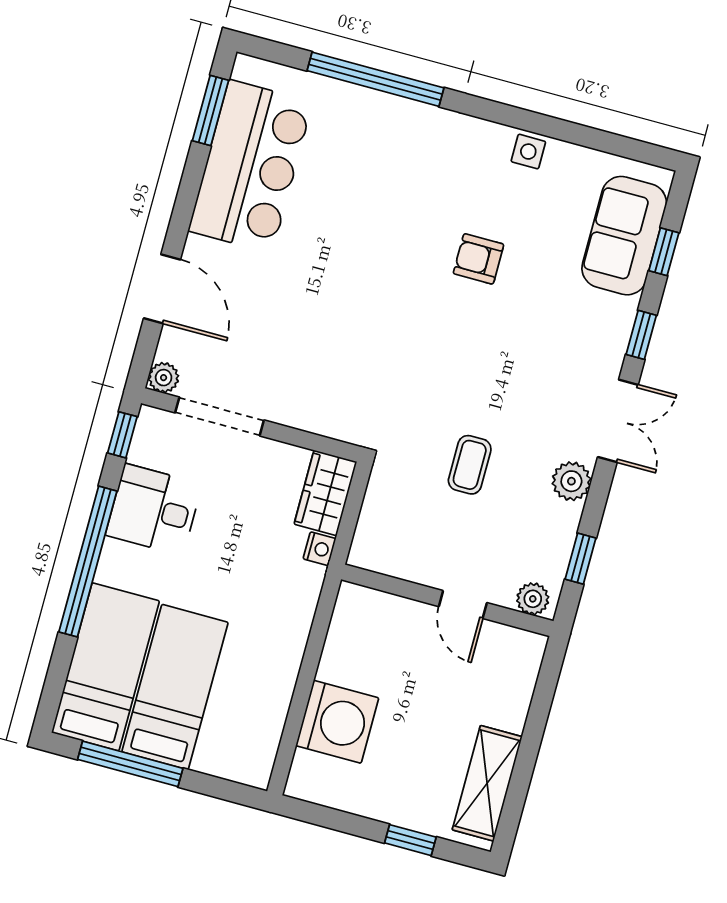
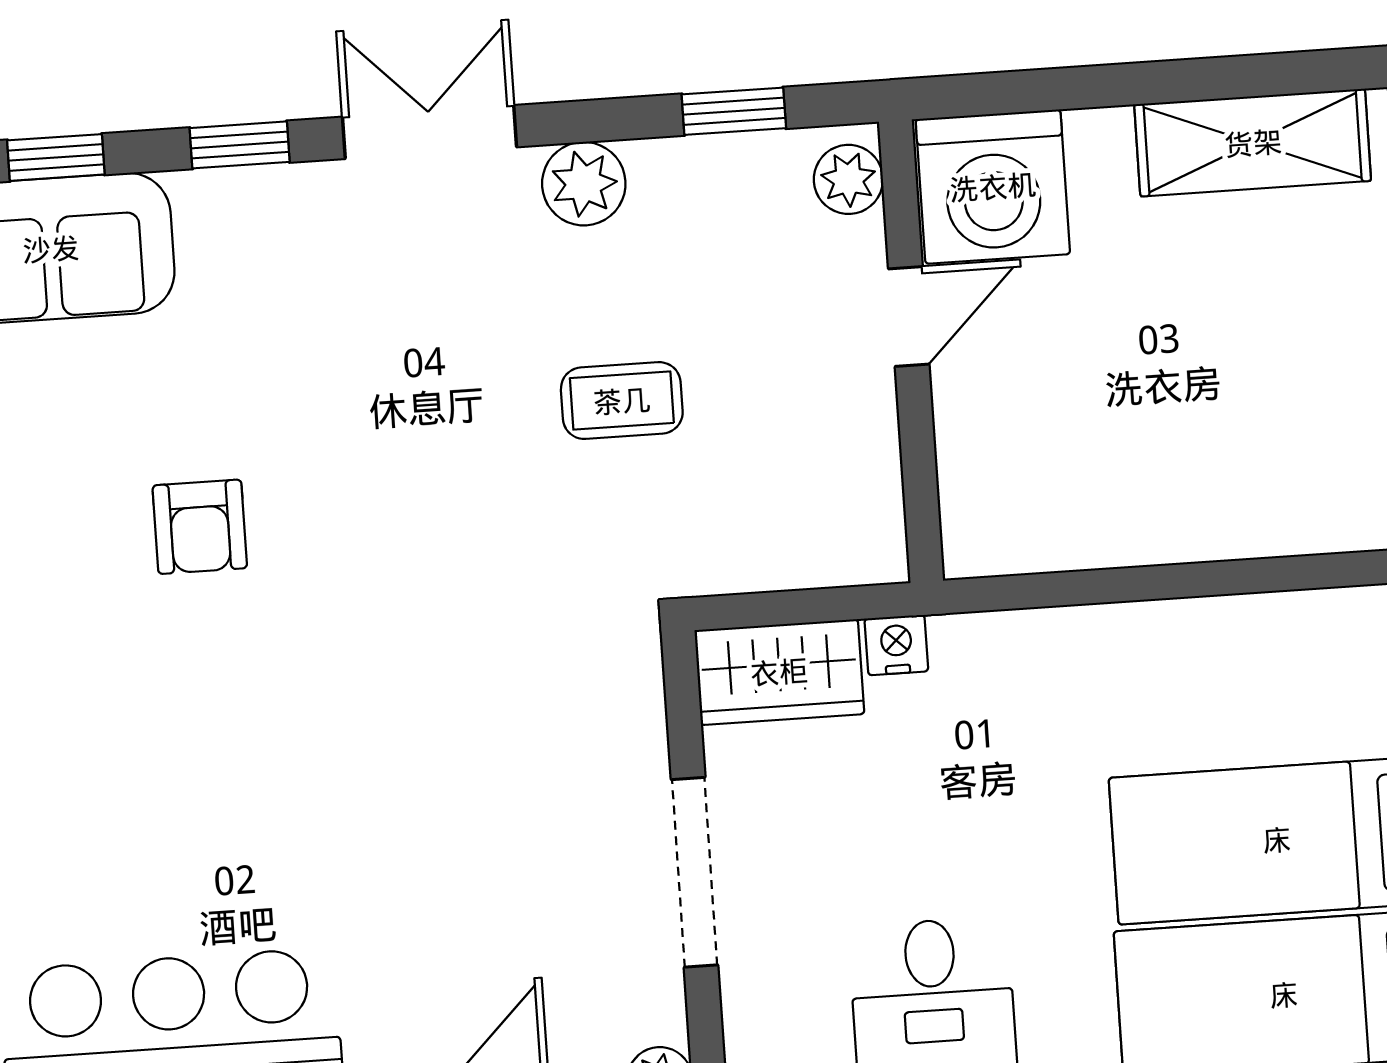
doorway: (220, 416) -> (695, 872), moved
washing machine: (337, 722) -> (993, 187), moved, turned 180

